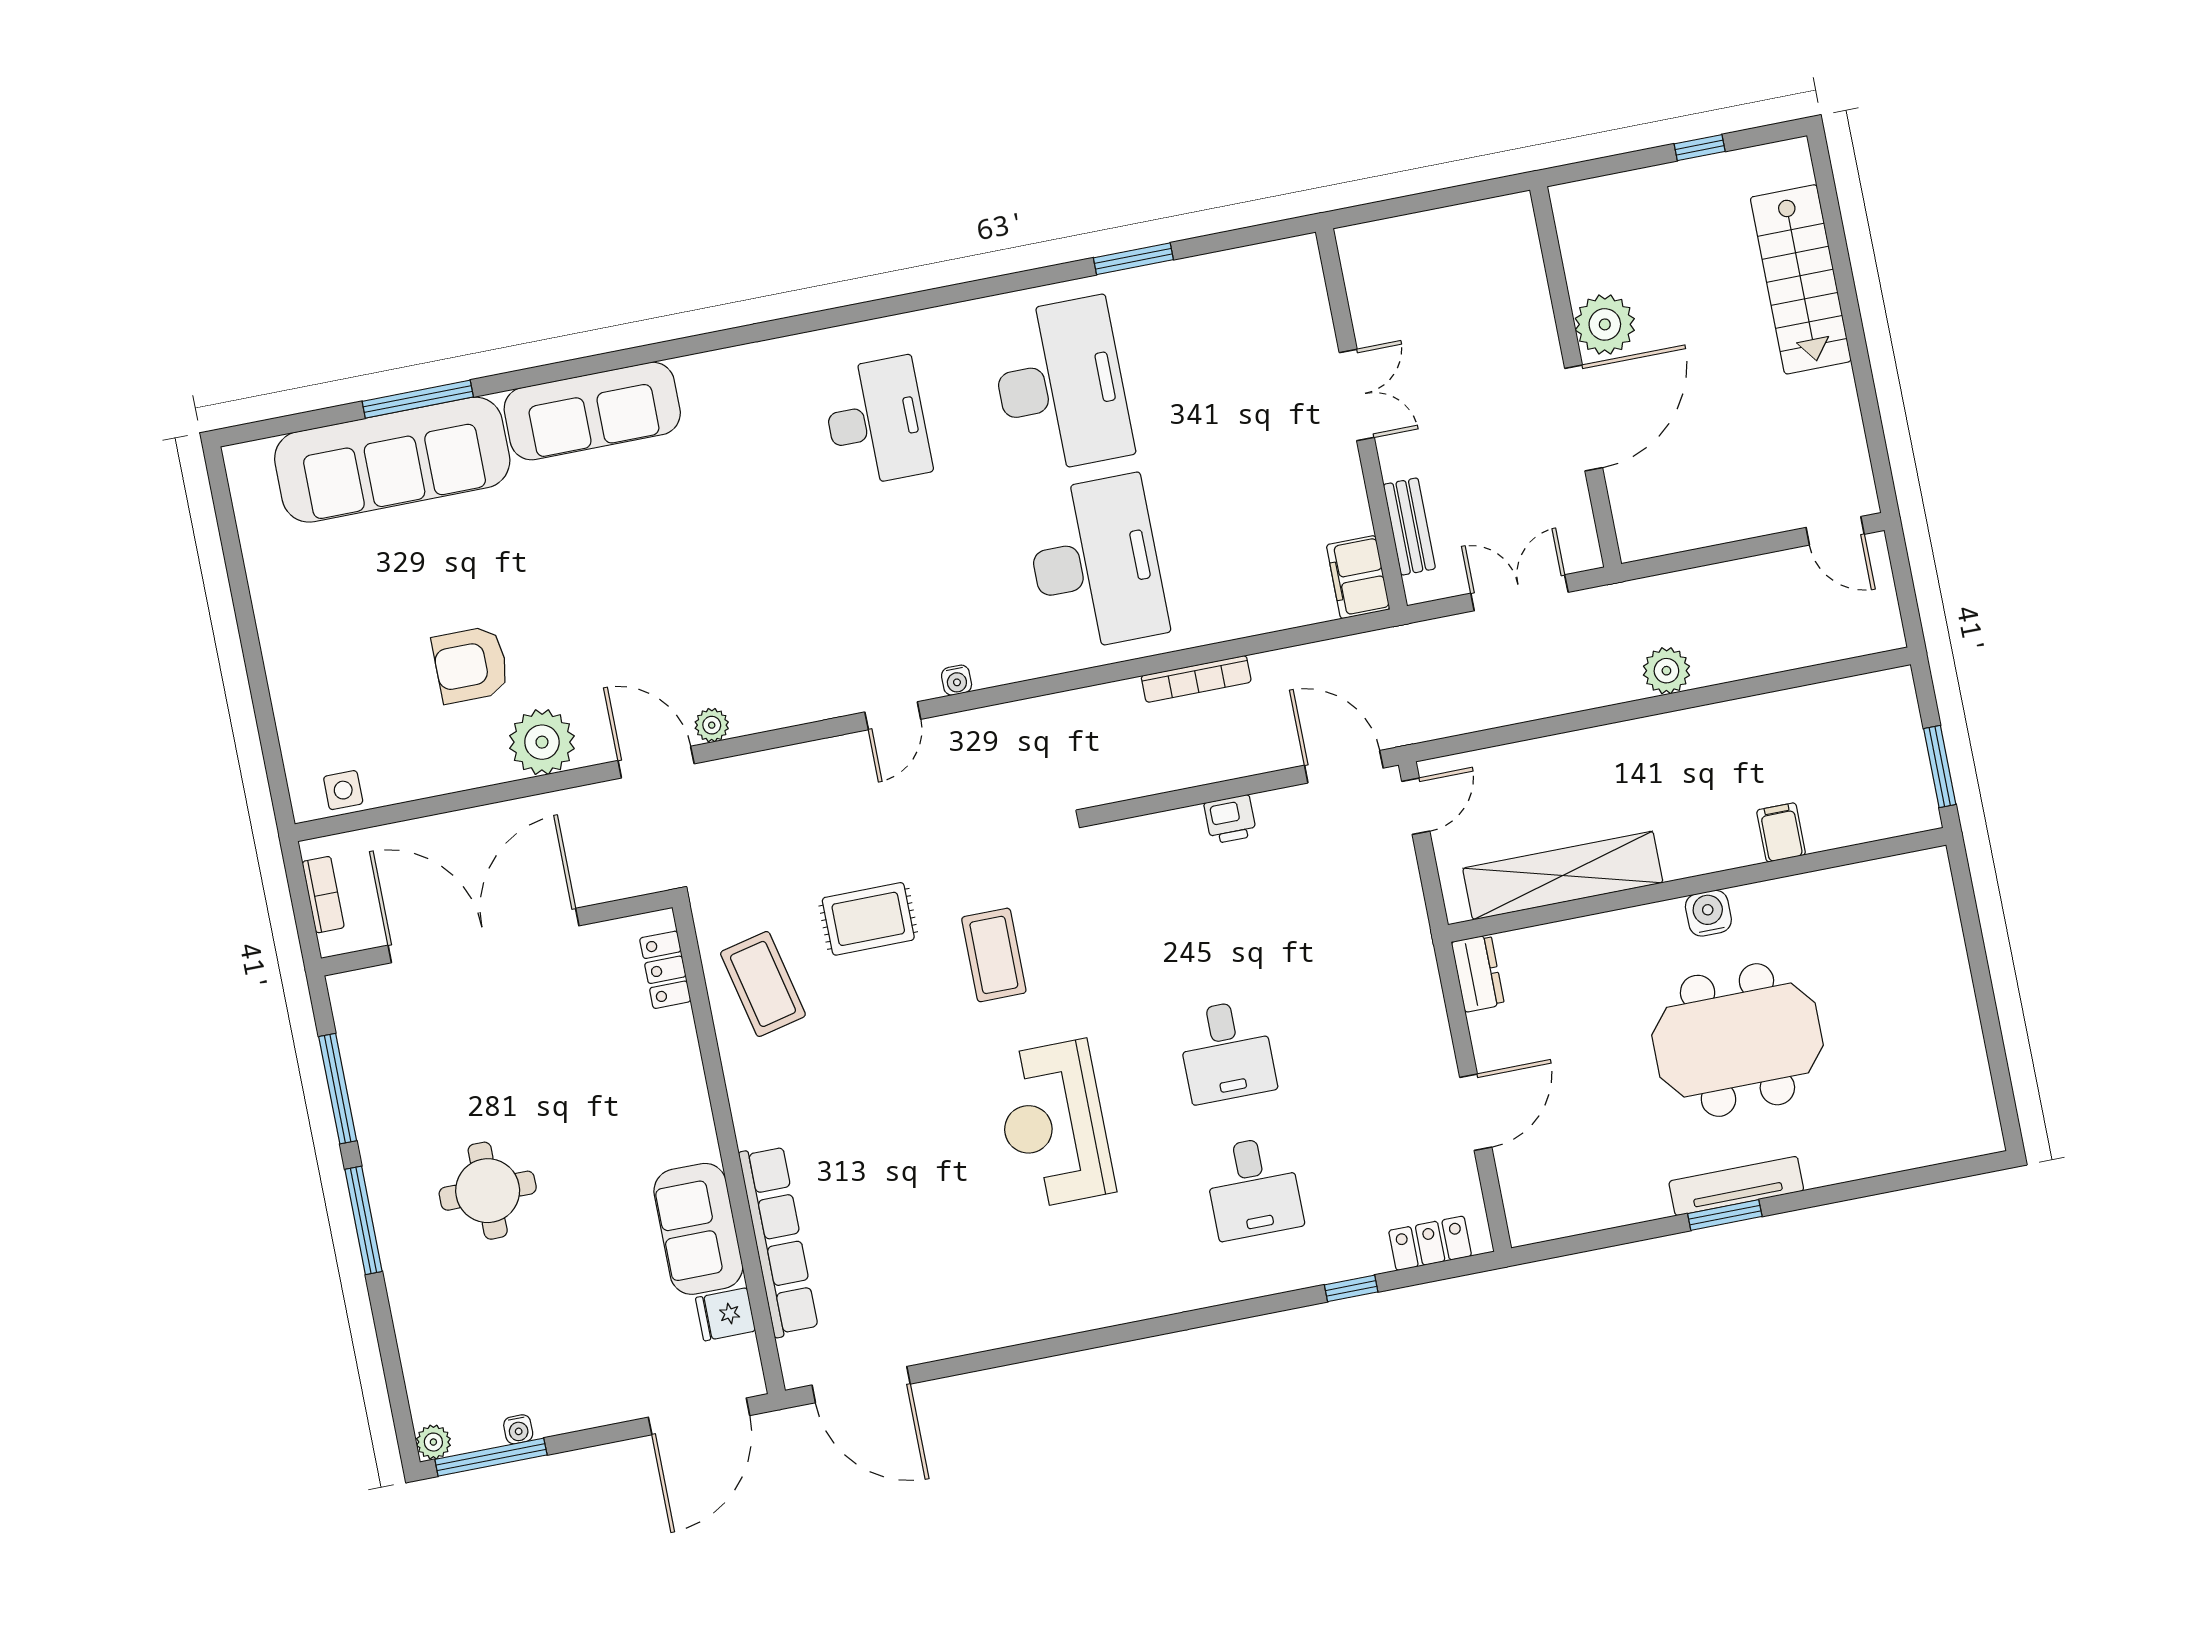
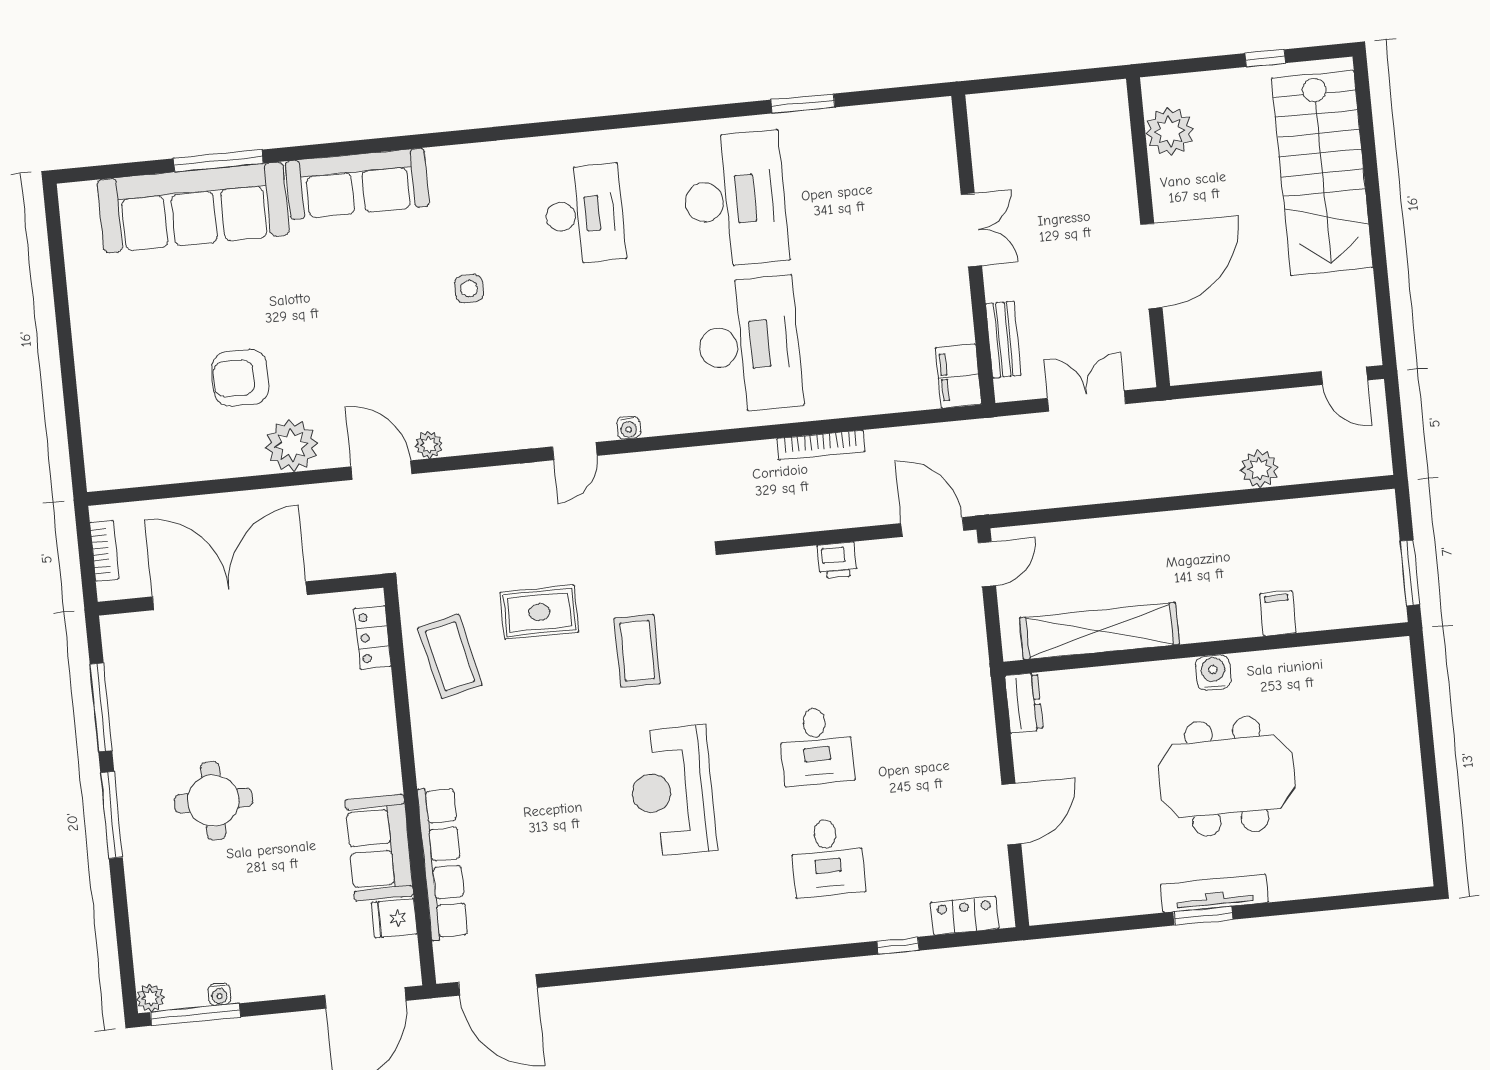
stairs: (1801, 279) -> (1322, 173), width x1.36, depth x1.51
plant: (1605, 324) -> (1170, 131), moved
plant: (1666, 671) -> (1259, 469), moved
side table: (343, 790) -> (469, 289), moved

